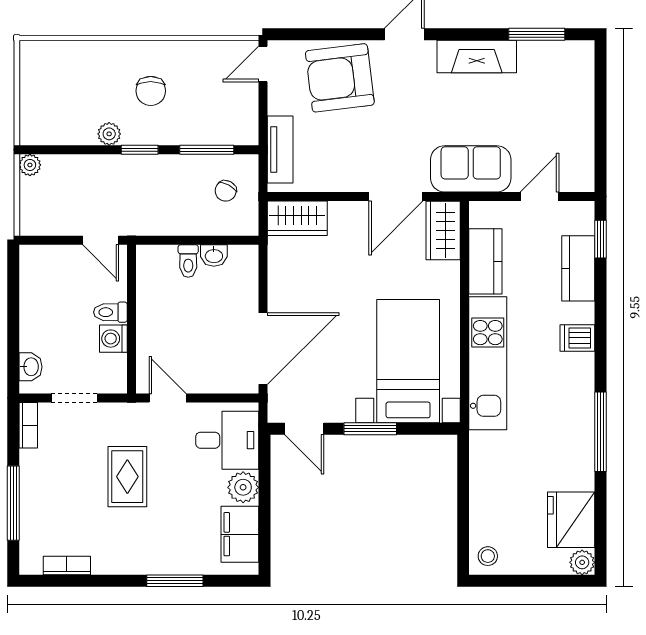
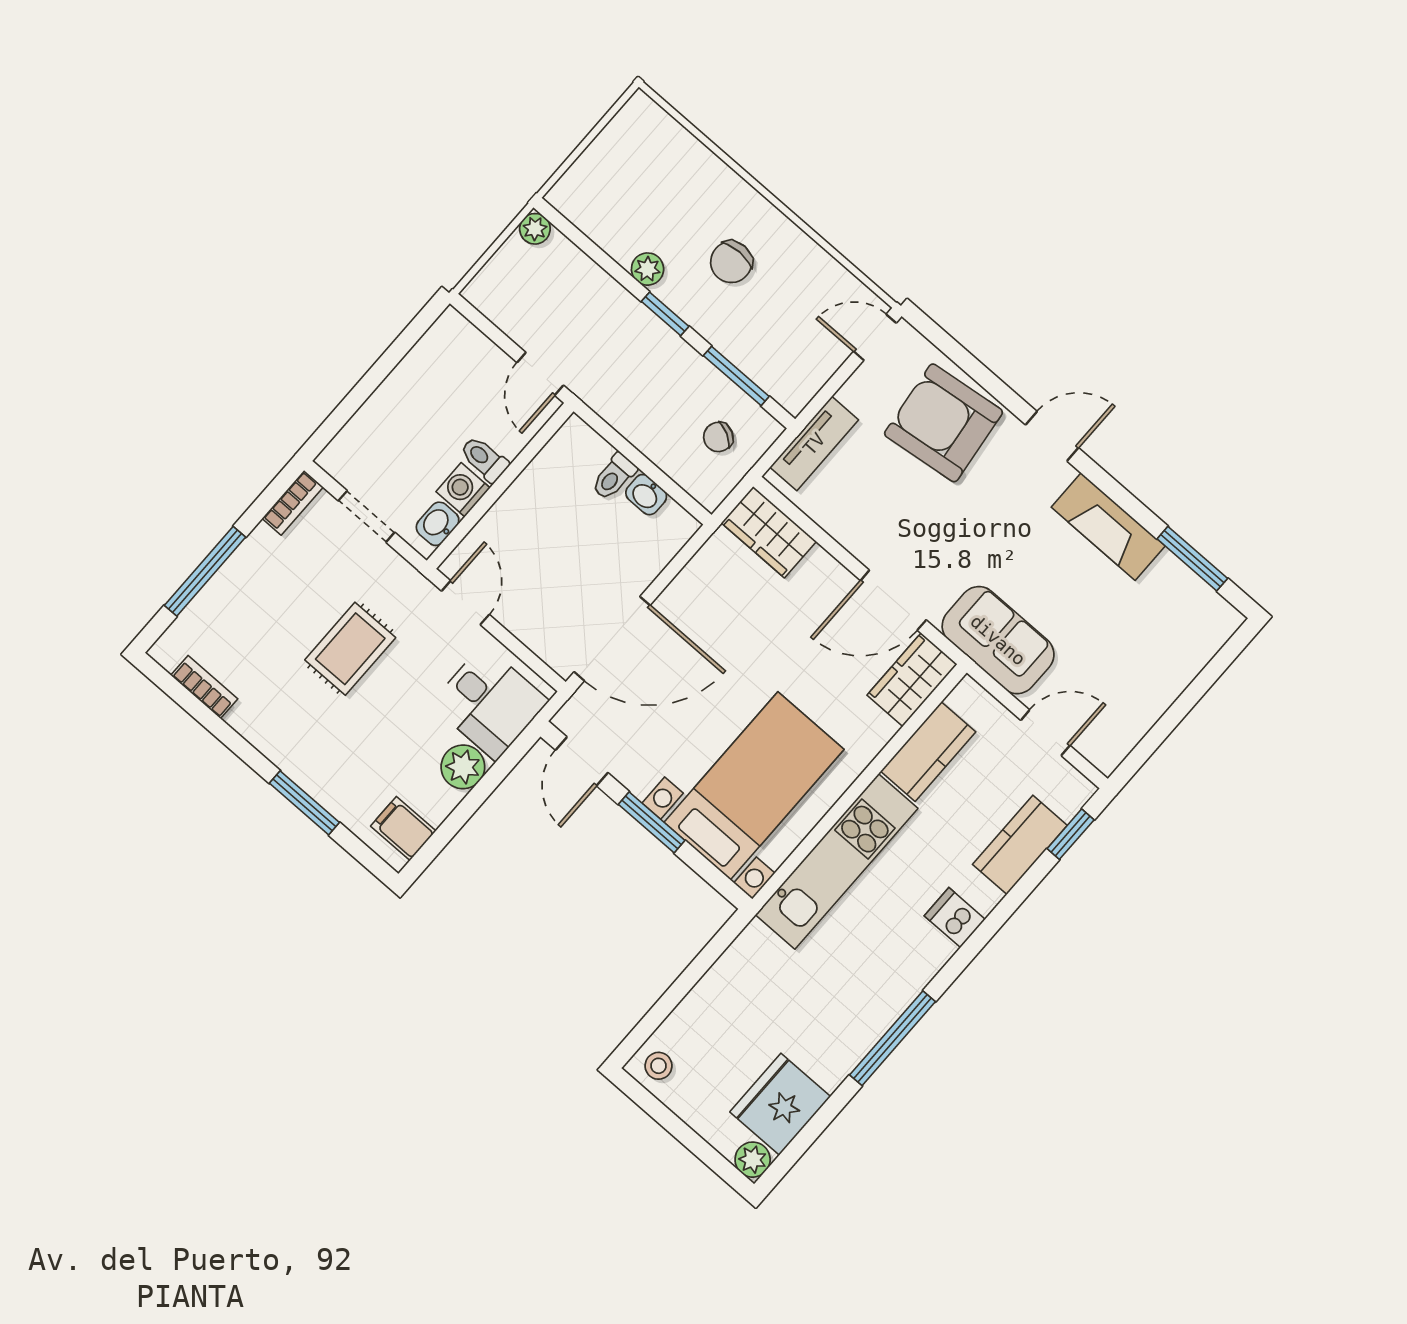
washbasin: (30, 367) -> (438, 524), moved, turned 180
filing cabinet: (240, 534) -> (403, 829), width x0.50

